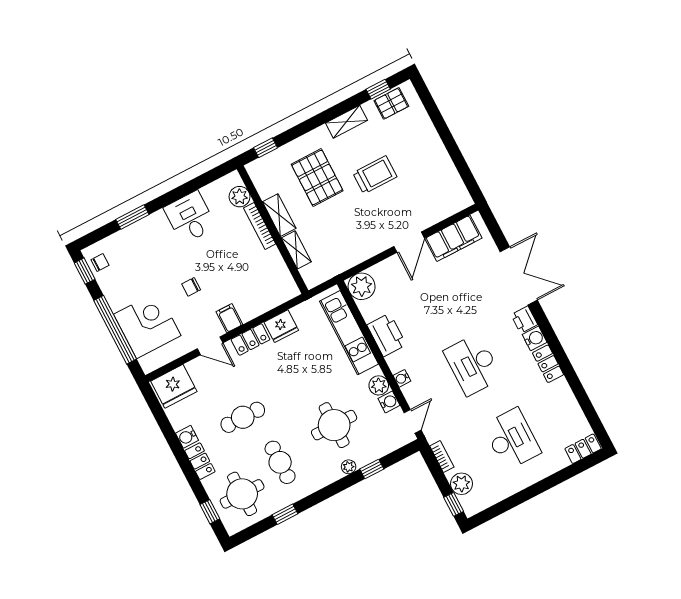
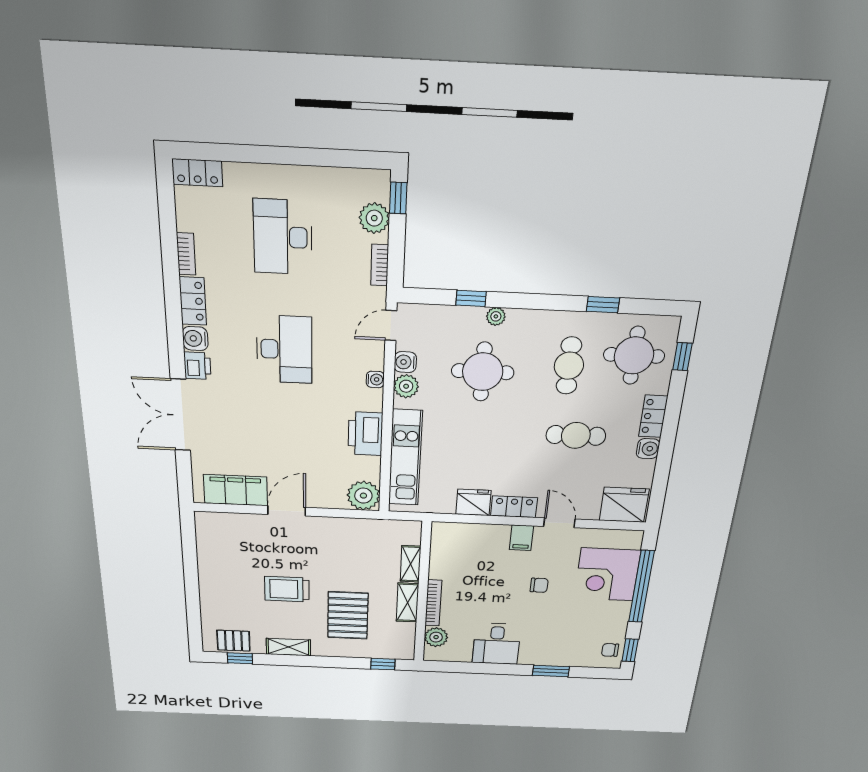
bookcase: (567, 393) -> (186, 254), added

